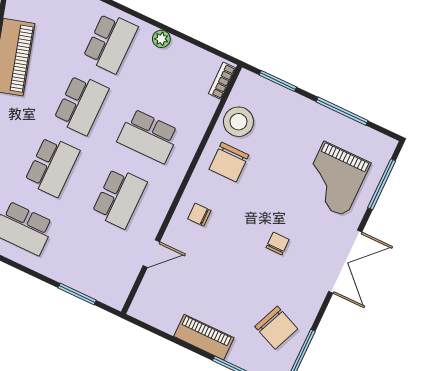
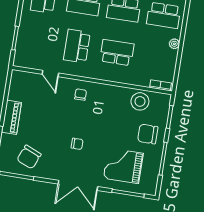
school desk: (148, 136) -> (117, 52), turned 90
chair: (229, 162) -> (148, 134), moved
school desk: (119, 198) -> (77, 46), turned 90

